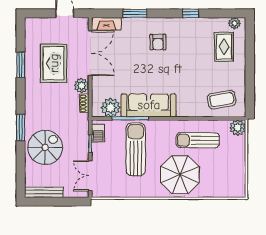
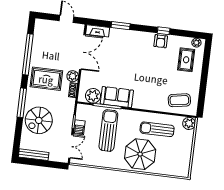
armchair: (158, 42) -> (161, 41), moved
rug: (54, 63) -> (46, 79), moved, turned 90
window: (21, 65) -> (28, 54), width x2.11
sofa: (149, 105) -> (117, 97), width x0.73
window: (21, 127) -> (22, 103), width x1.44
barbecue: (98, 133) -> (79, 127), moved
spiral stairs: (45, 147) -> (39, 120), turned 180
double door: (90, 176) -> (71, 146), swing flipped

